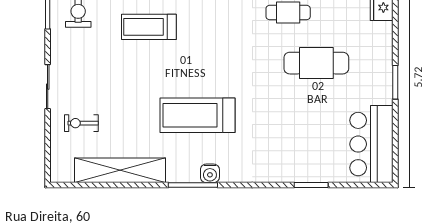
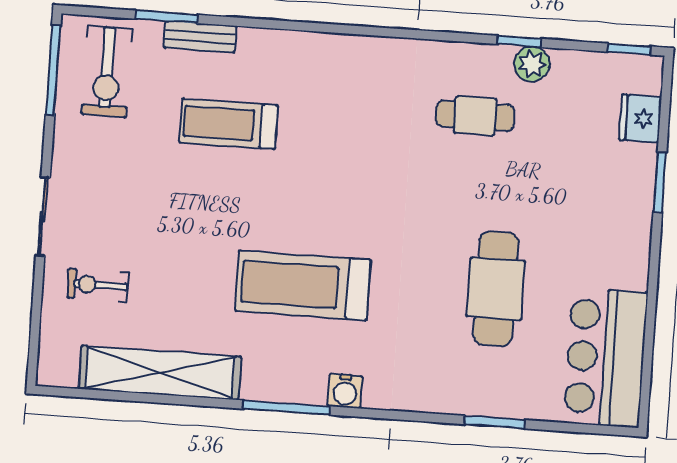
cafe table: (316, 63) -> (496, 289), moved, turned 90
window: (395, 82) -> (660, 182), moved
water cooler: (210, 173) -> (345, 391), moved

